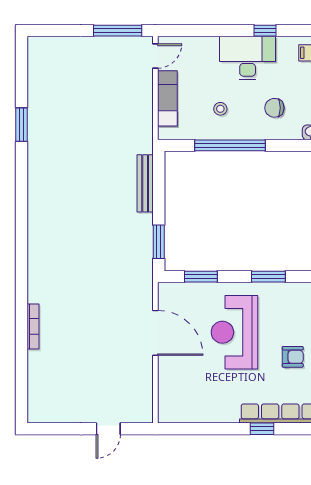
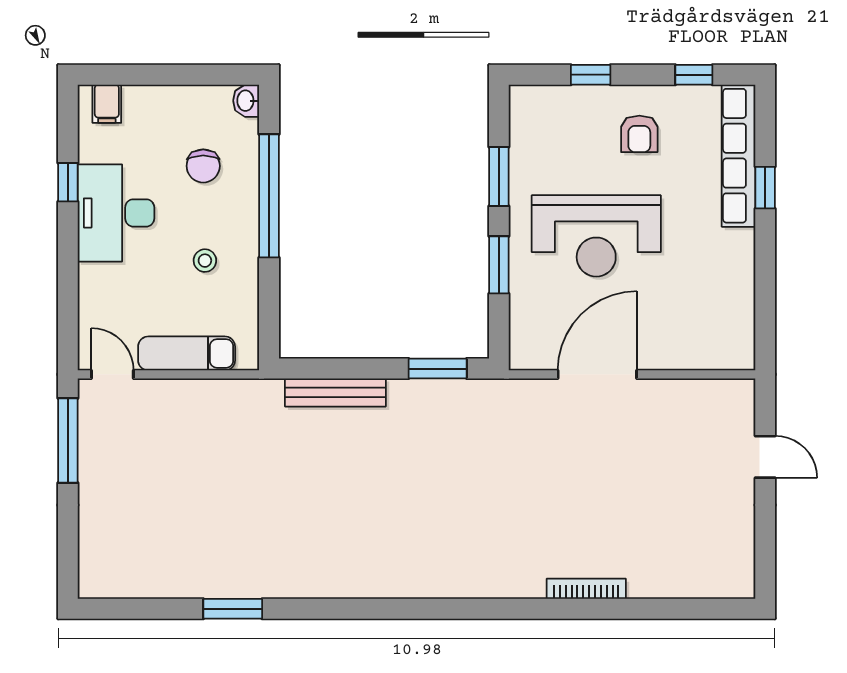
window: (230, 145) -> (269, 196), moved
window: (201, 277) -> (499, 265), moved
armchair: (293, 357) -> (639, 134), turned 180

